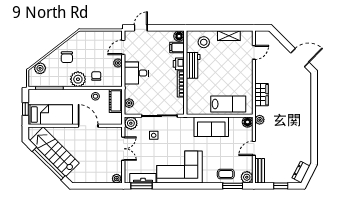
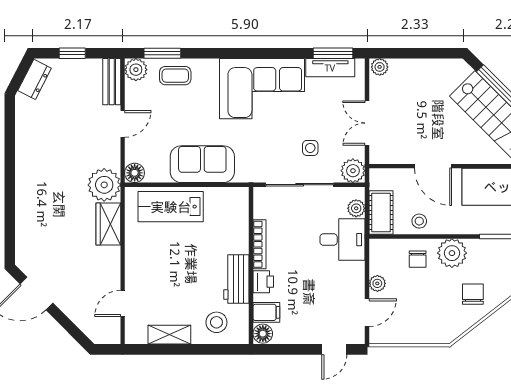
desk: (136, 73) -> (342, 240), moved
plant: (260, 120) -> (104, 185), width x1.87, depth x1.87

